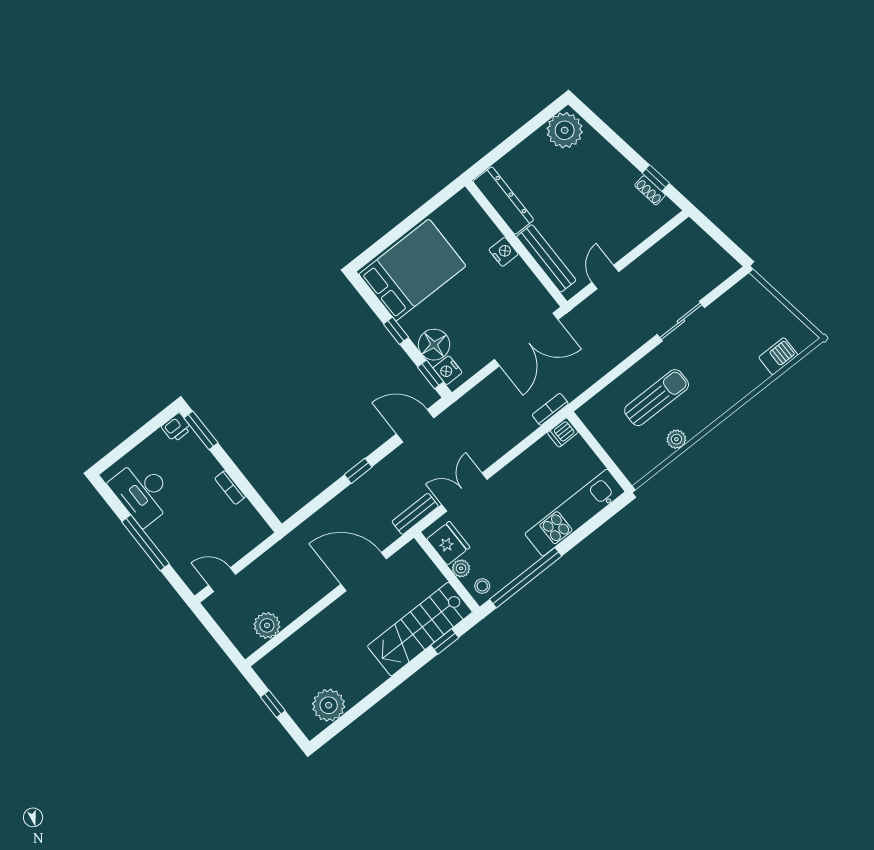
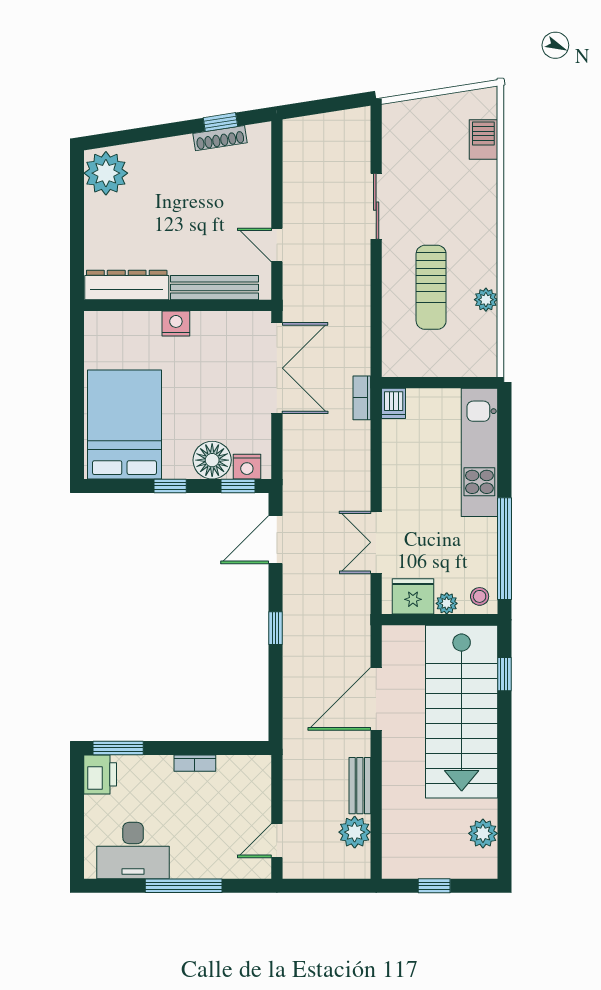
shoe rack: (650, 190) -> (220, 138), width x1.43
sun lounger: (657, 398) -> (431, 287), turned 180
printer: (176, 428) -> (100, 774), width x1.36, depth x1.24
bench: (415, 514) -> (360, 786), moved
stairs: (420, 629) -> (462, 712), width x1.36, depth x1.51
plant: (329, 705) -> (483, 833), width x0.73, depth x0.73

